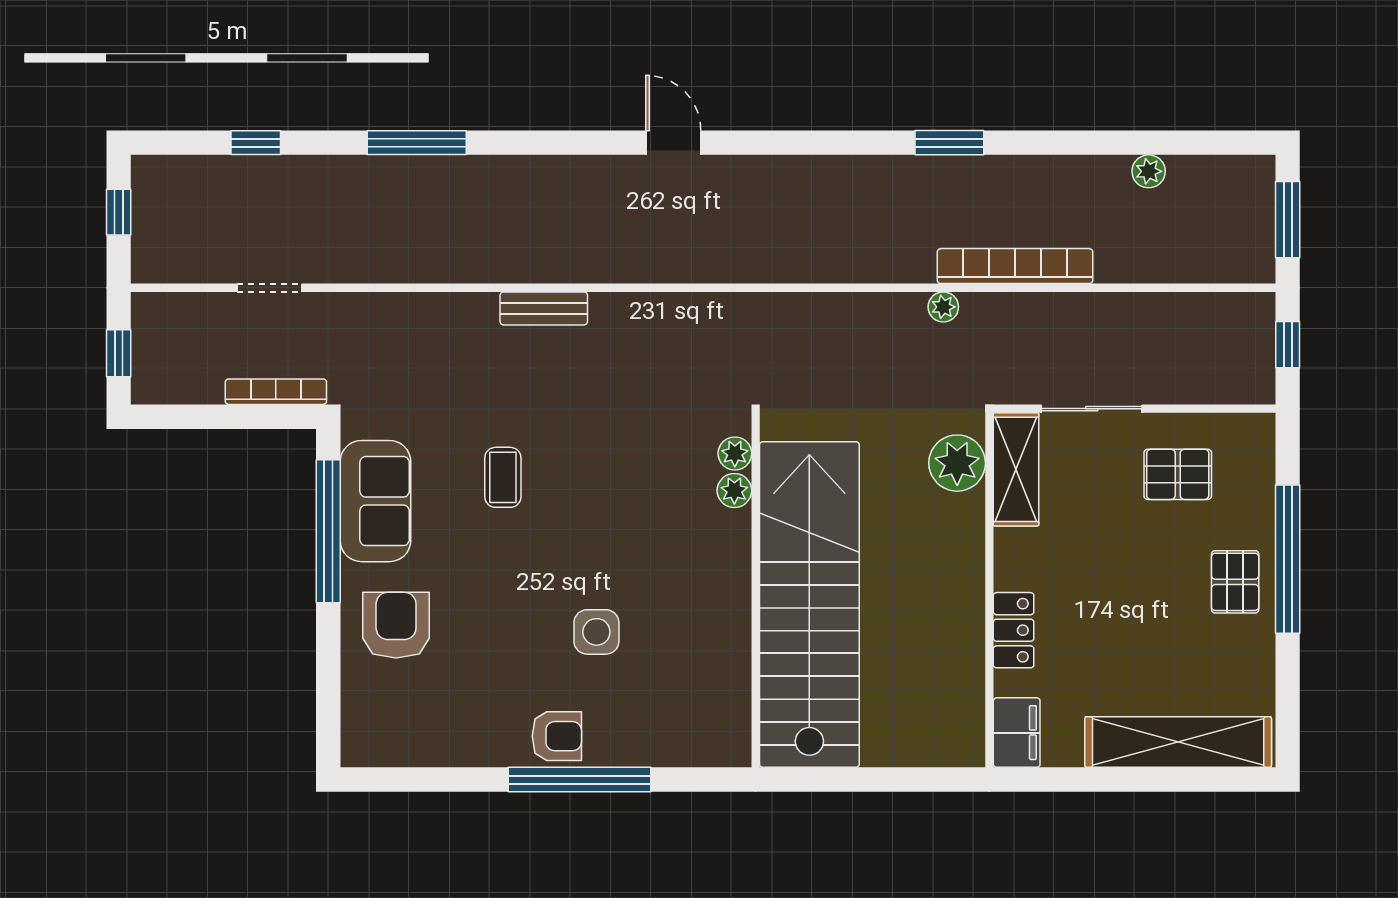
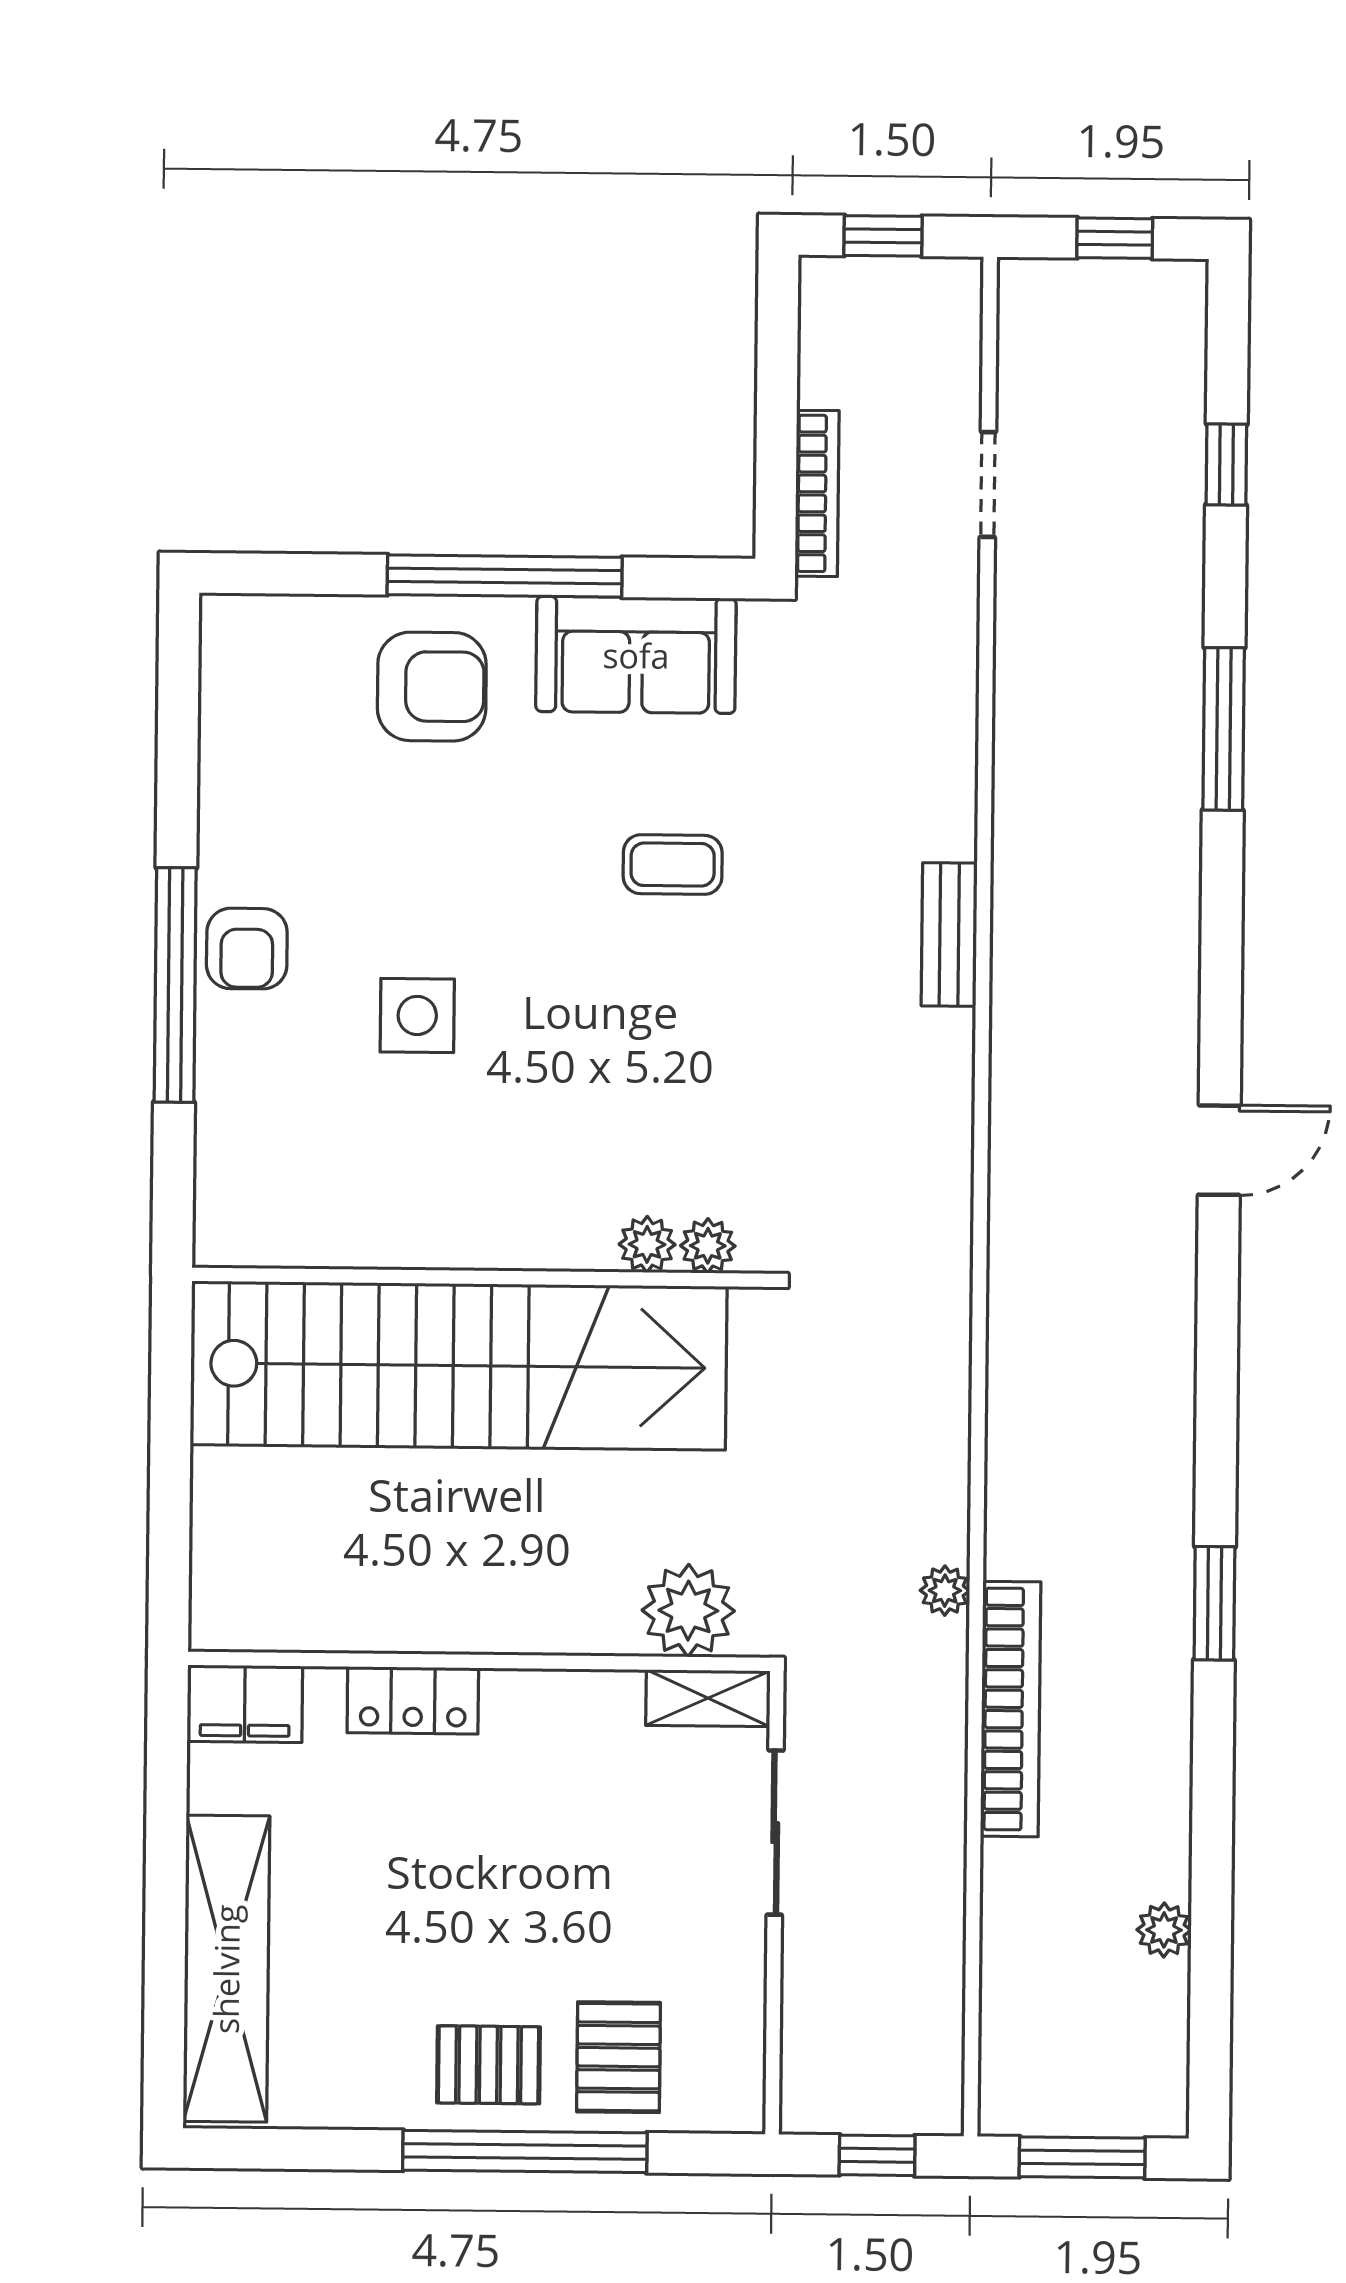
shelving: (1016, 469) -> (708, 1698), width x0.67, depth x0.75
pallet: (1178, 474) -> (618, 2057), moved
window: (328, 531) -> (505, 576), moved

